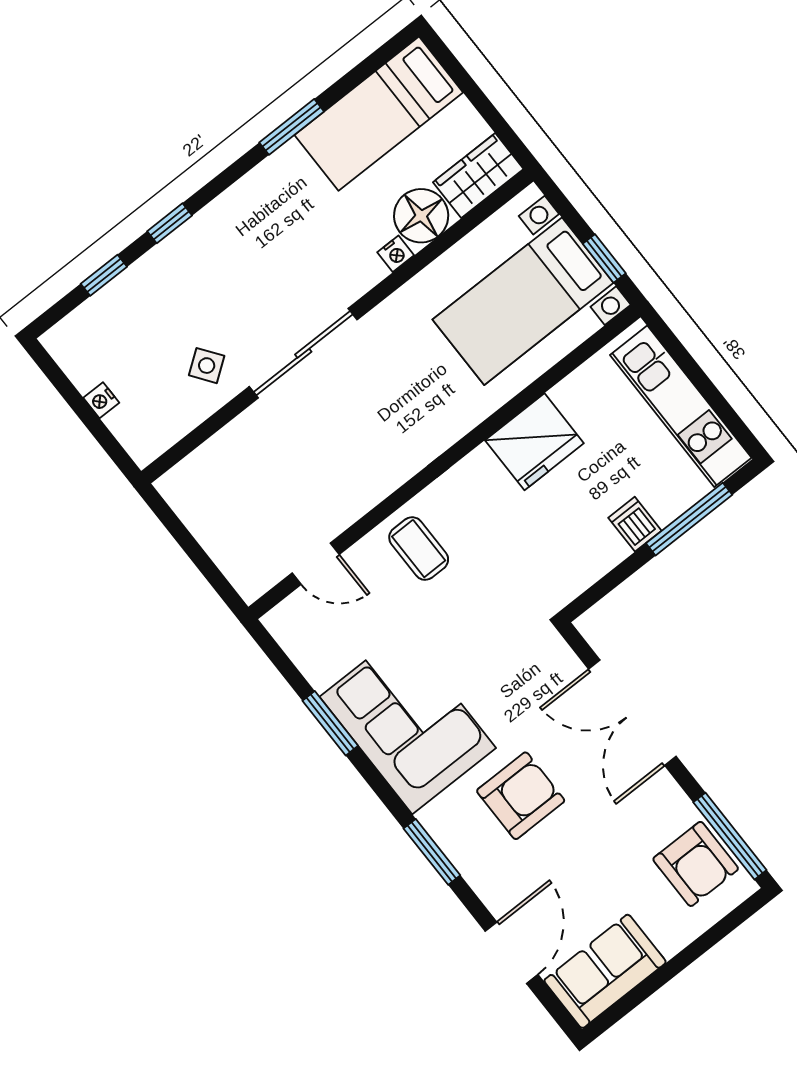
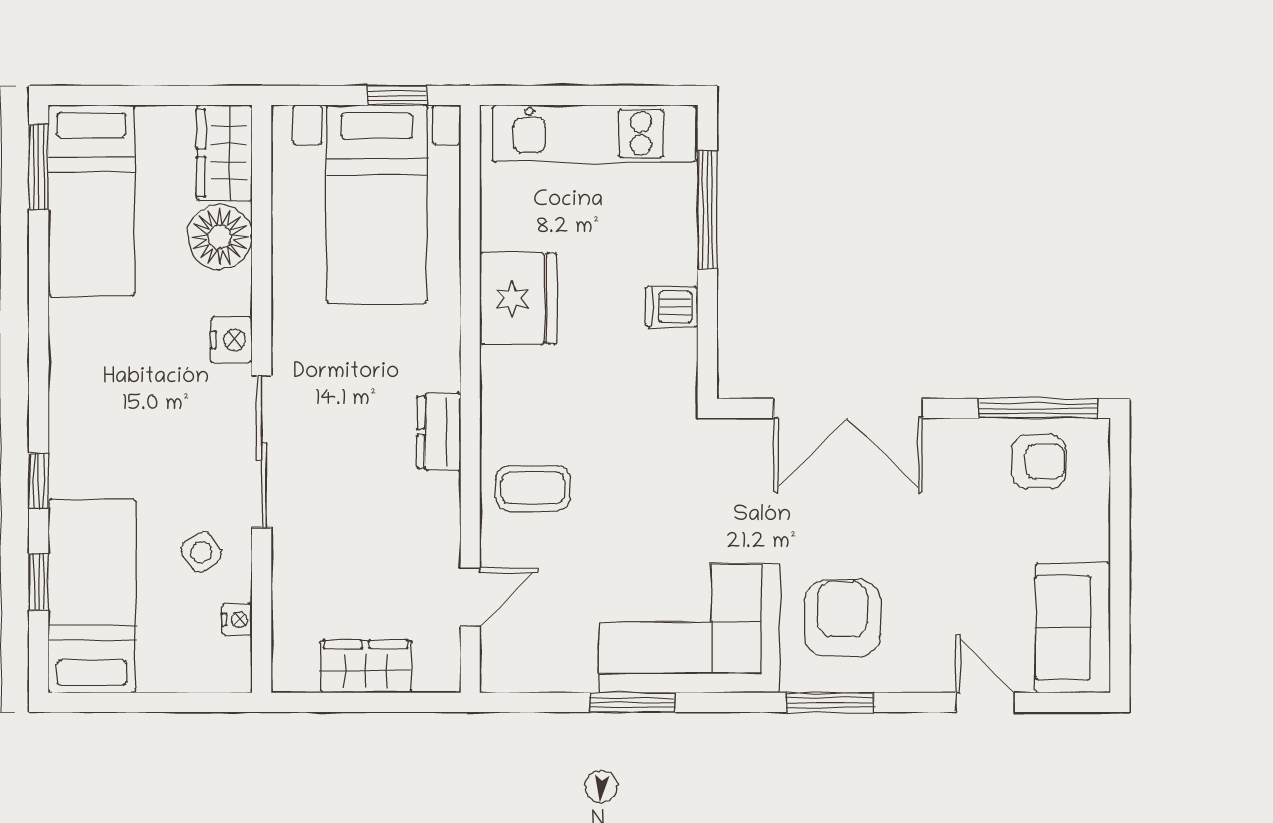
window: (292, 127) -> (39, 167), moved
nightstand: (396, 254) -> (231, 340), moved, width x1.39, depth x1.35
bed: (122, 317) -> (92, 596), added
nightstand: (101, 400) -> (237, 620), moved, turned -90
dresser: (407, 459) -> (439, 432), added
dishwasher: (635, 524) -> (672, 307), moved
wardrobe: (217, 531) -> (366, 667), added
armchair: (521, 796) -> (842, 618), moved
armchair: (696, 864) -> (1039, 462), width x0.72, depth x0.72
door: (512, 953) -> (985, 702), width x0.73

